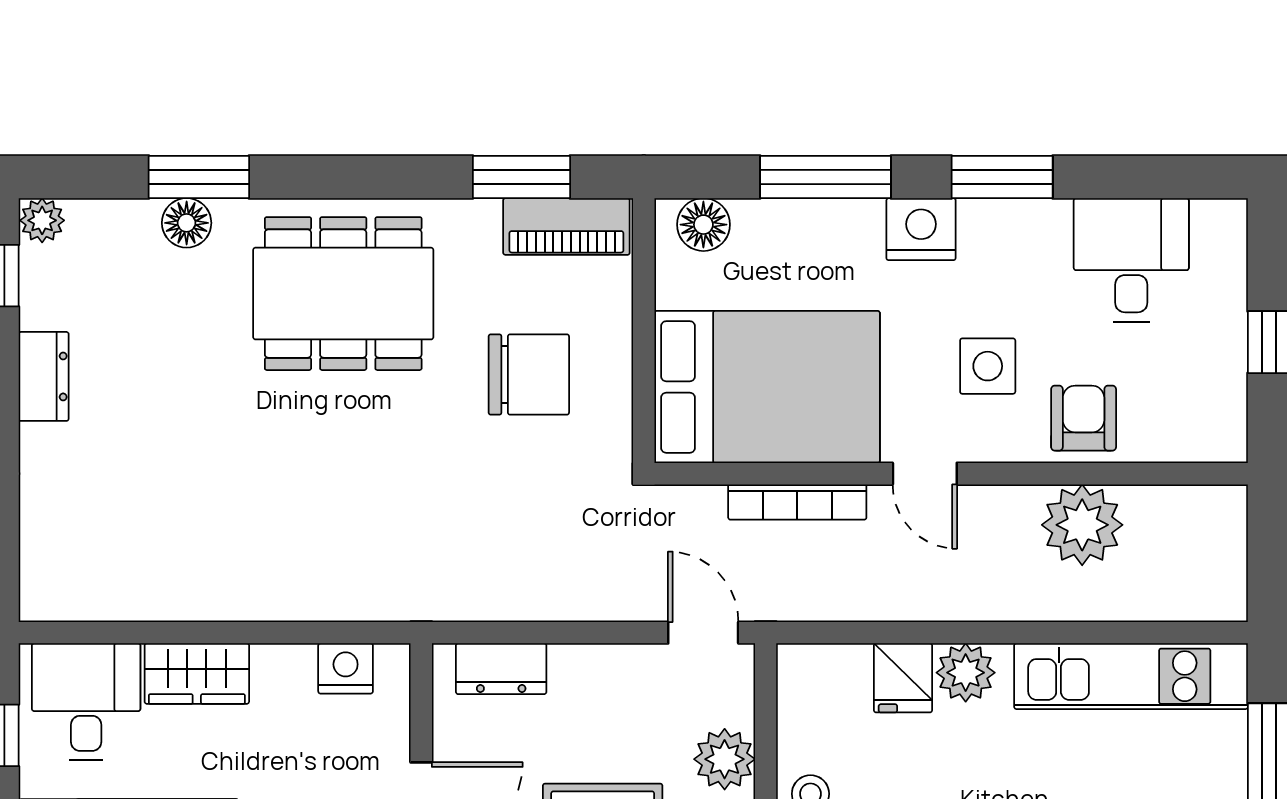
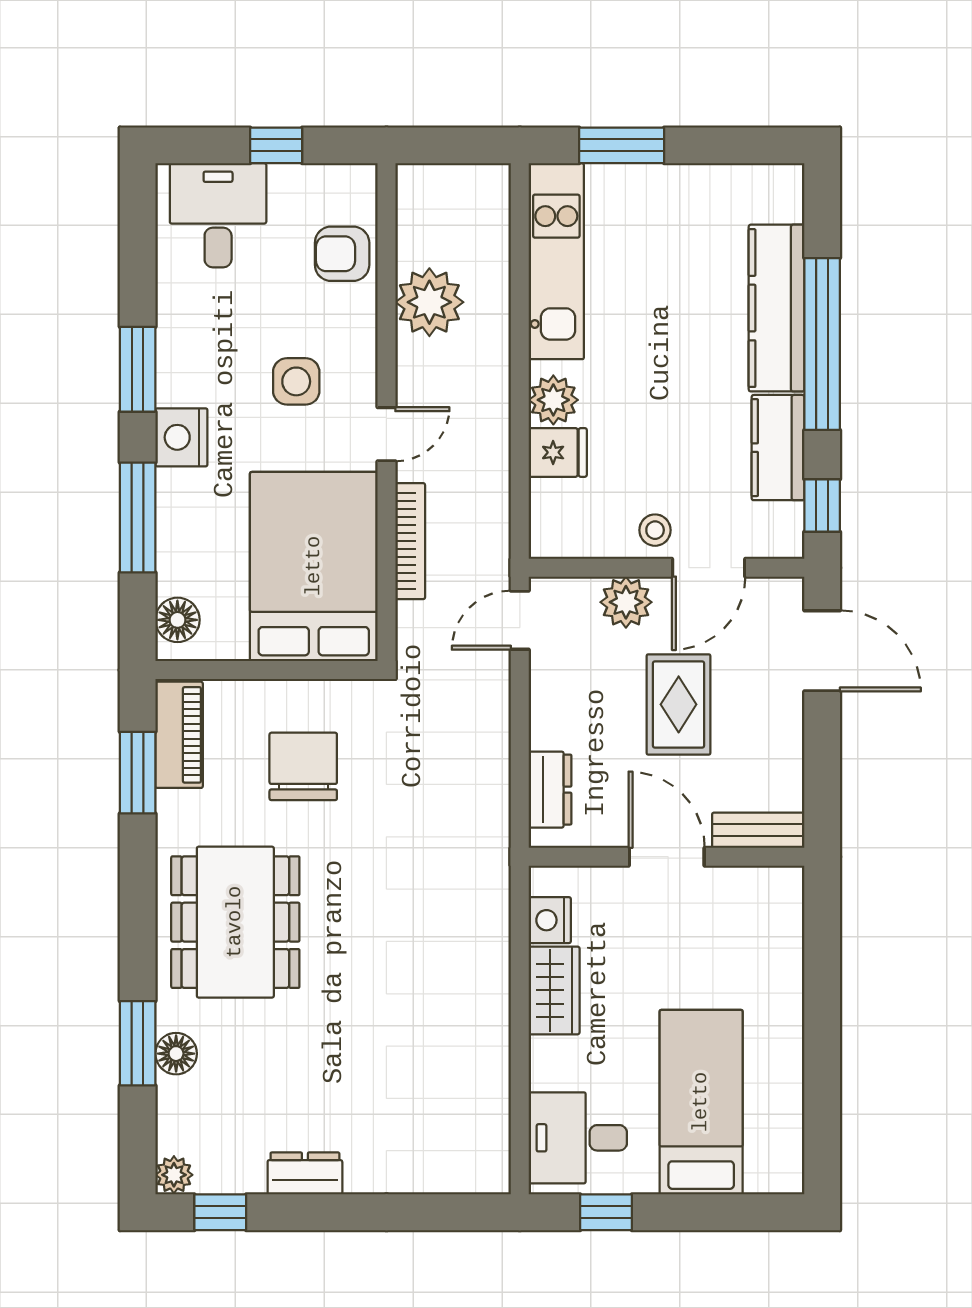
desk: (1131, 260) -> (218, 215), moved, turned 90
armchair: (1084, 418) -> (342, 254), moved
wardrobe: (197, 674) -> (554, 990), moved

